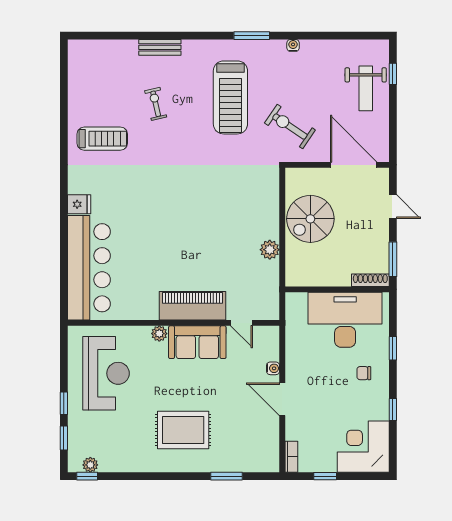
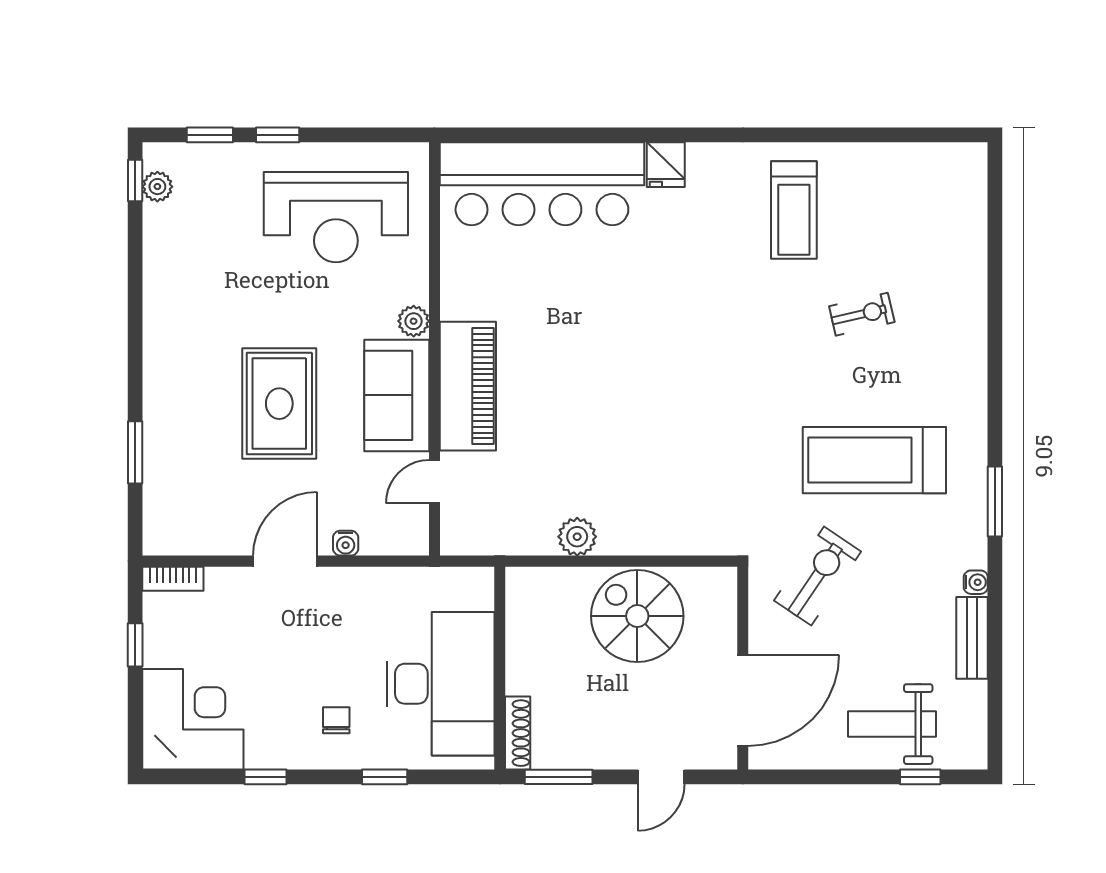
bench: (160, 47) -> (972, 638), moved
rug: (183, 430) -> (279, 404), moved

